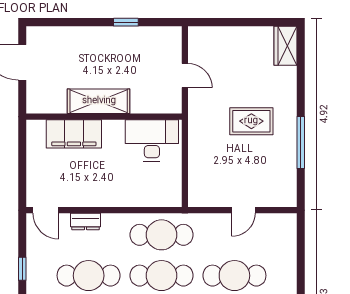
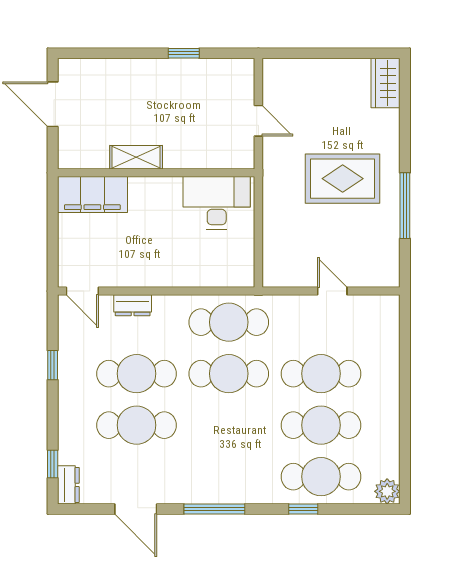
shelving: (99, 101) -> (136, 157), width x0.67, depth x0.75
rug: (251, 121) -> (343, 179), width x1.36, depth x1.43
filing cabinet: (74, 134) -> (92, 195), moved
door: (243, 210) -> (332, 291), swing flipped

